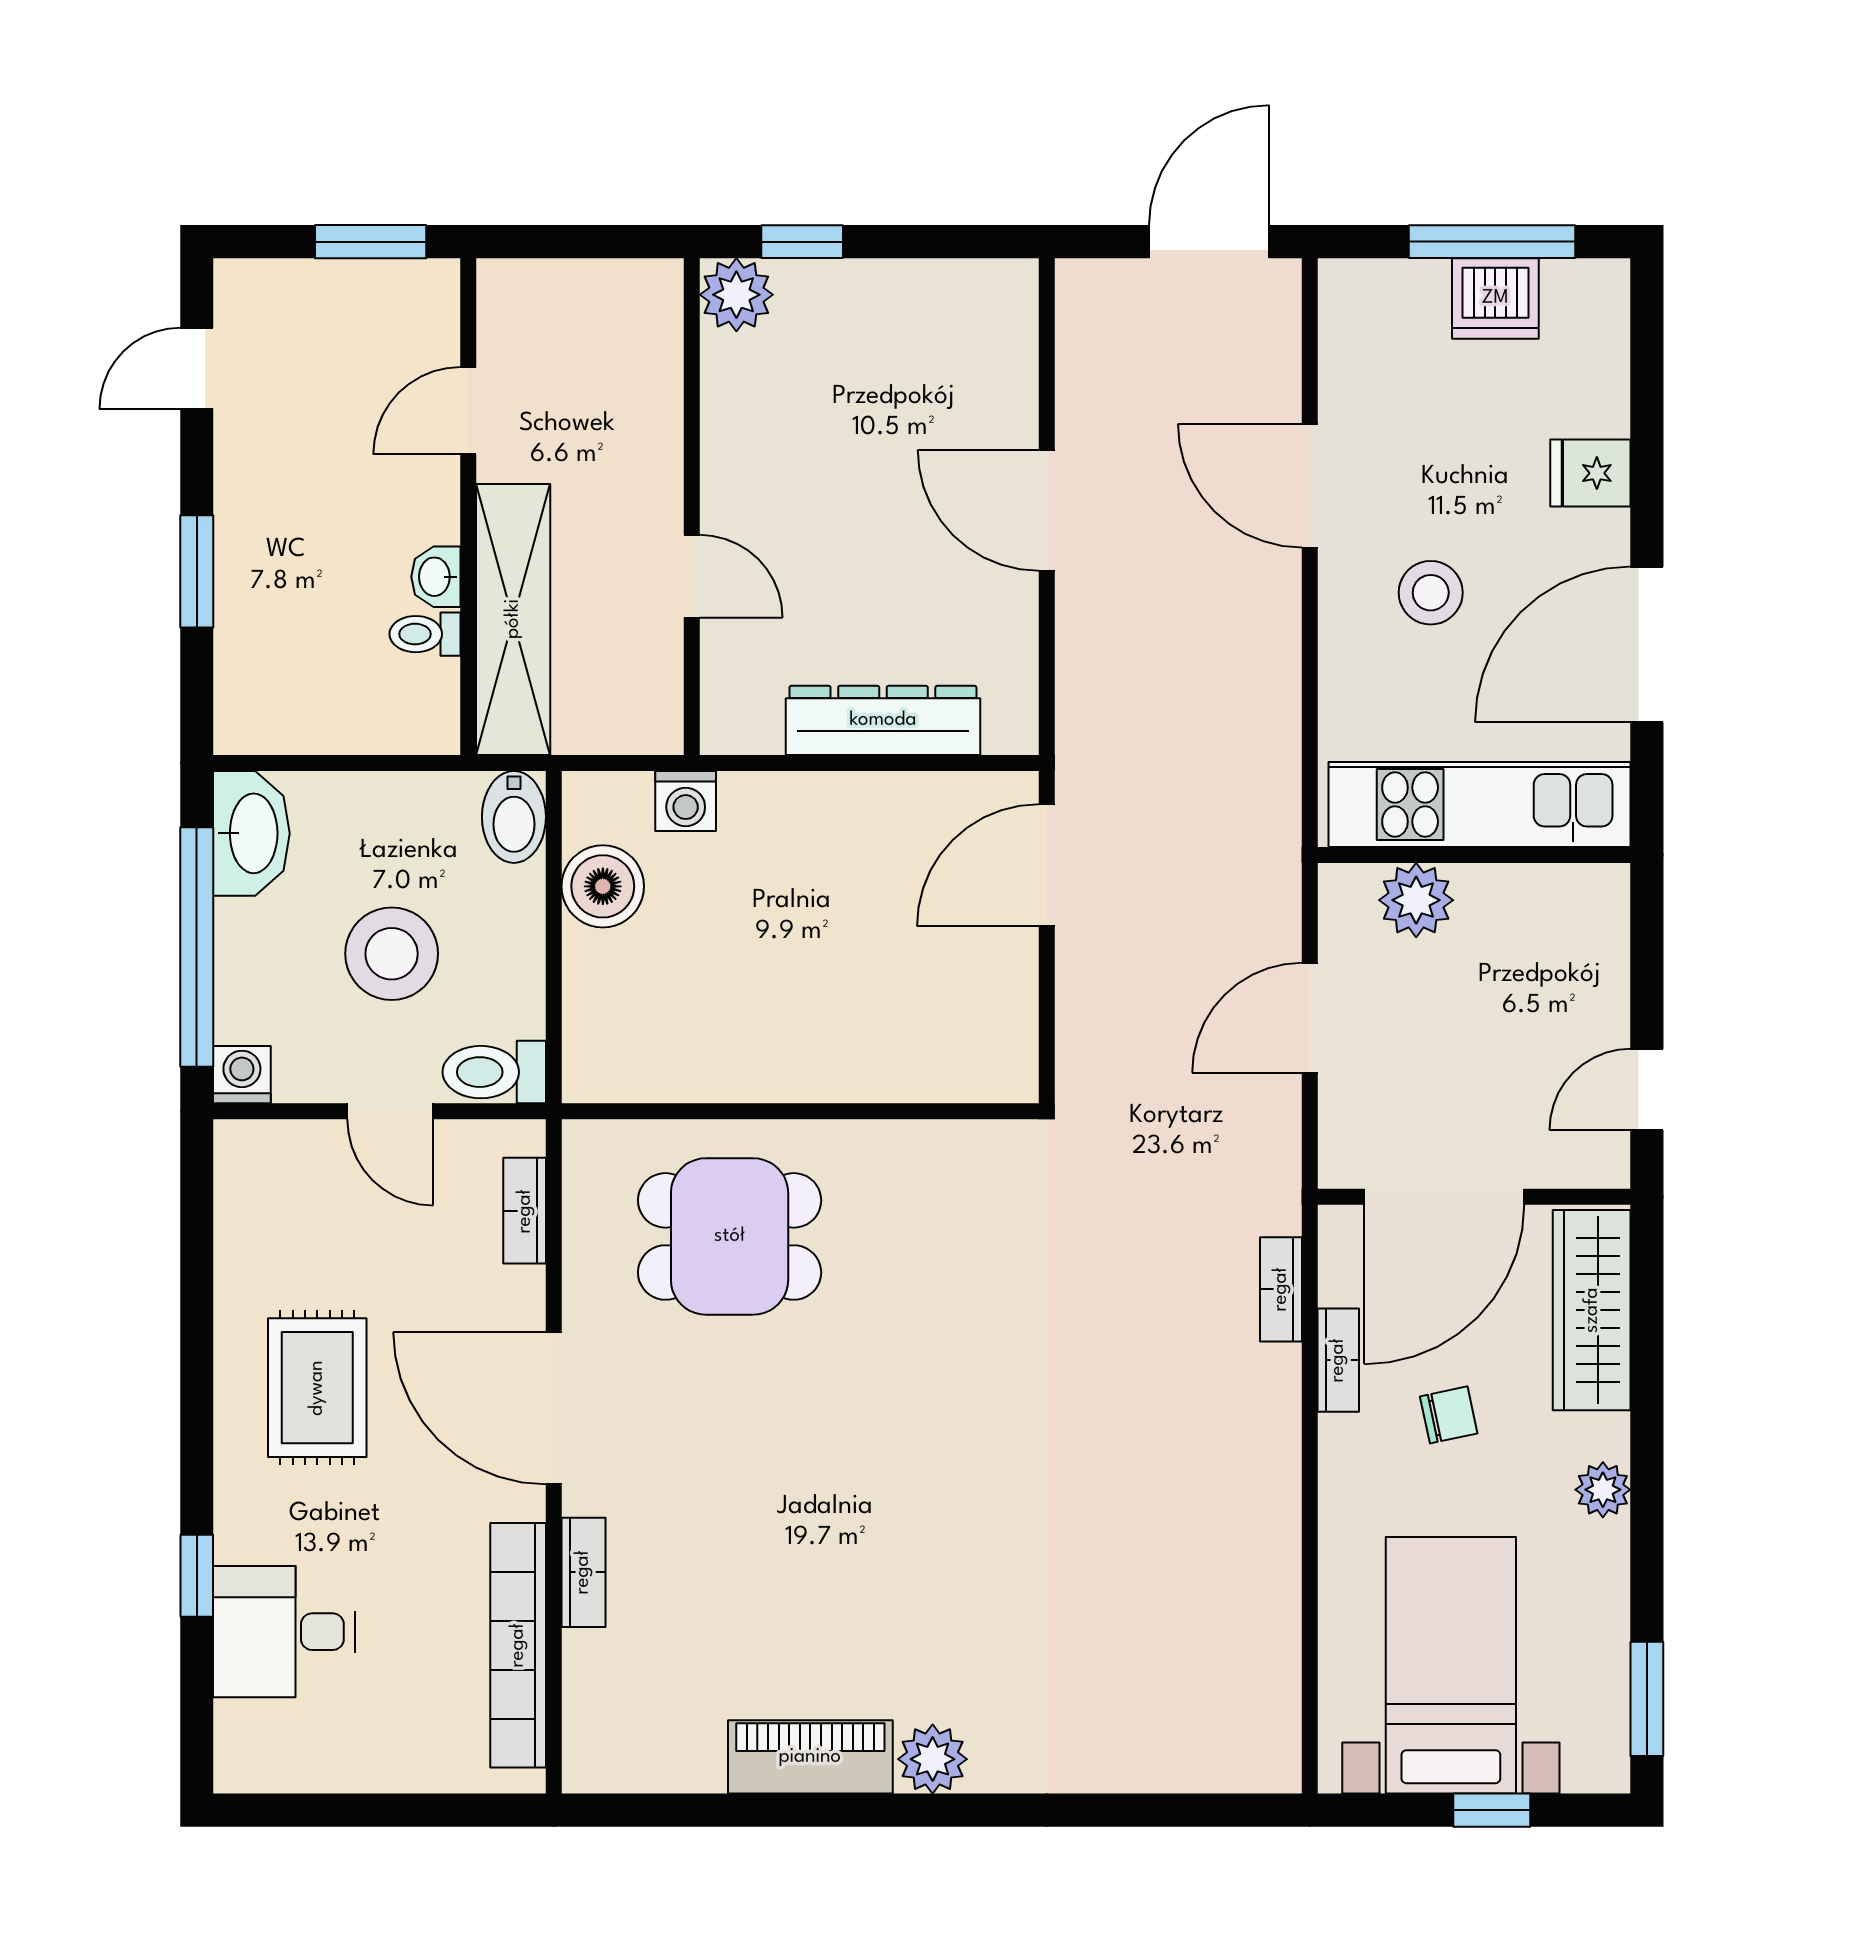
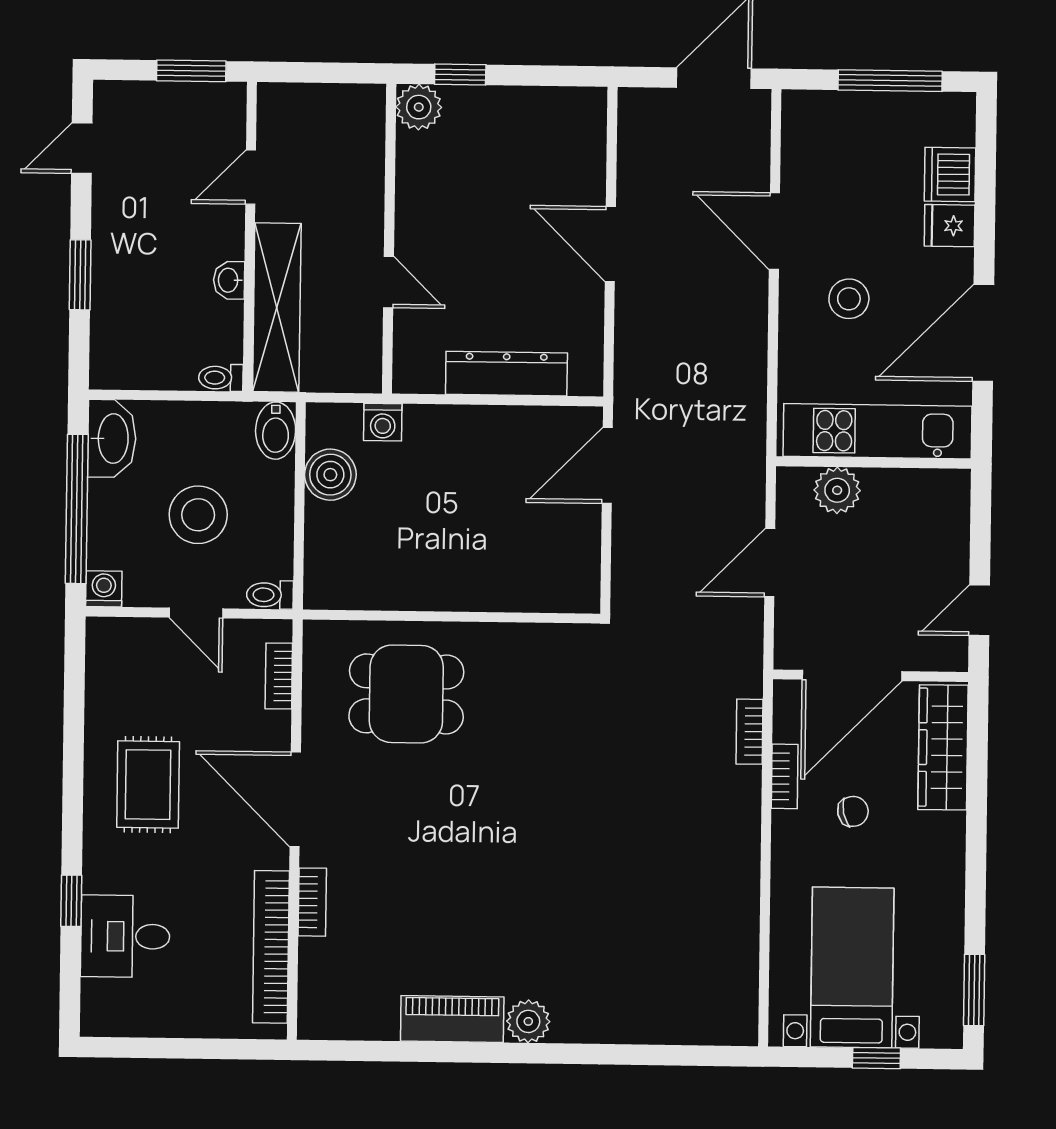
dishwasher: (1495, 298) -> (950, 174), moved, turned 90
toilet: (425, 634) -> (221, 378), moved
toilet: (494, 1072) -> (270, 595), width x0.73, depth x0.72
plant: (1603, 1490) -> (948, 859), removed

